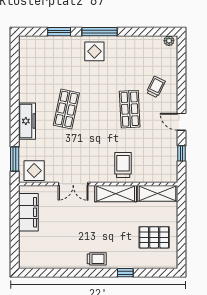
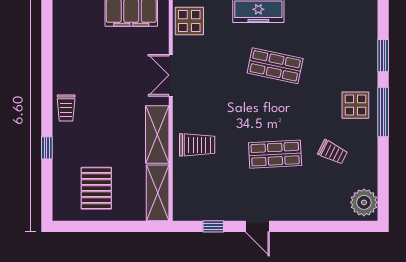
plant: (169, 41) -> (364, 202), width x1.88, depth x1.88
trolley: (156, 87) -> (333, 152), moved
door: (182, 122) -> (257, 226), swing flipped

